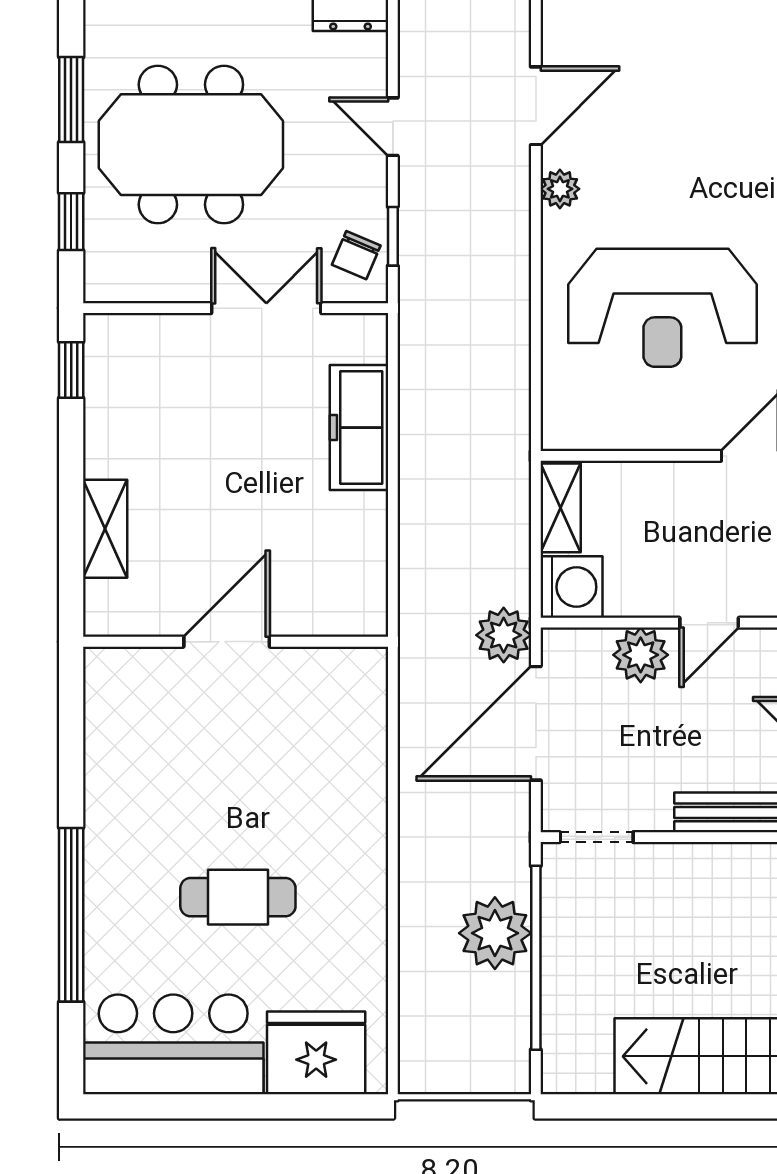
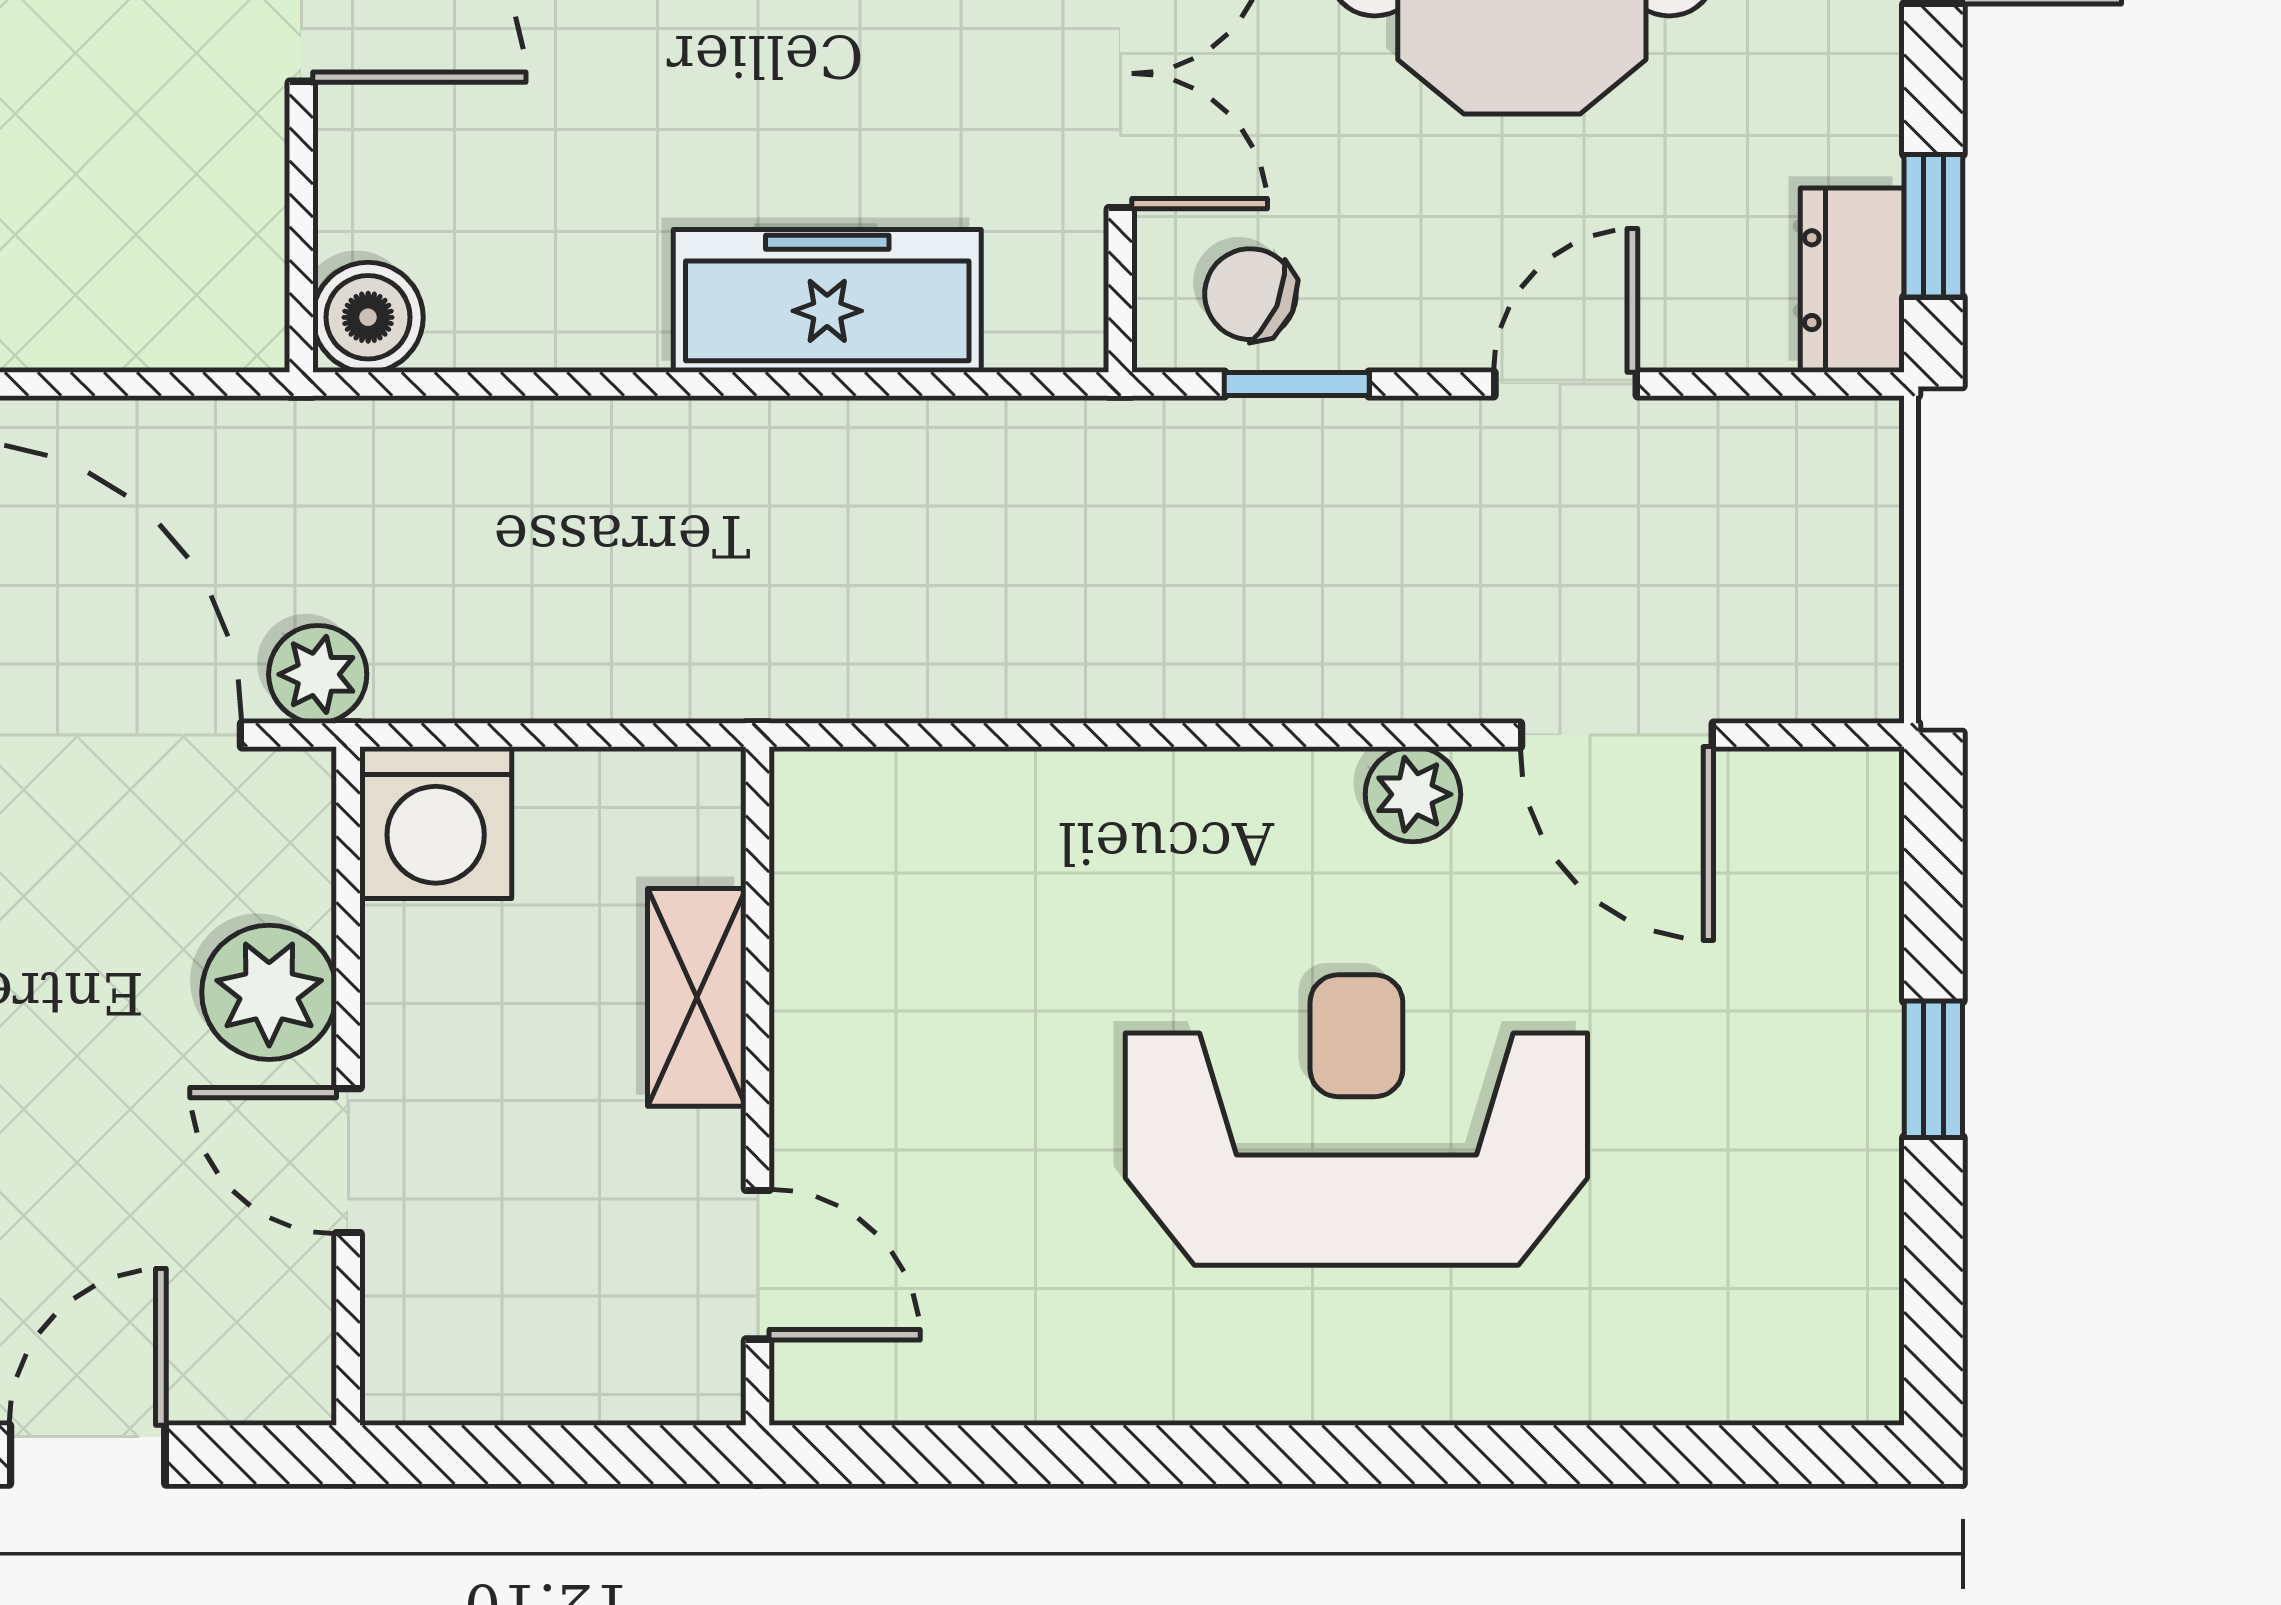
reception desk: (662, 308) -> (1356, 1120), moved, turned 90
shelving: (561, 508) -> (697, 997), moved, turned 90
boiler: (366, 615) -> (368, 317), added
plant: (504, 635) -> (318, 674), width x0.73, depth x0.73

